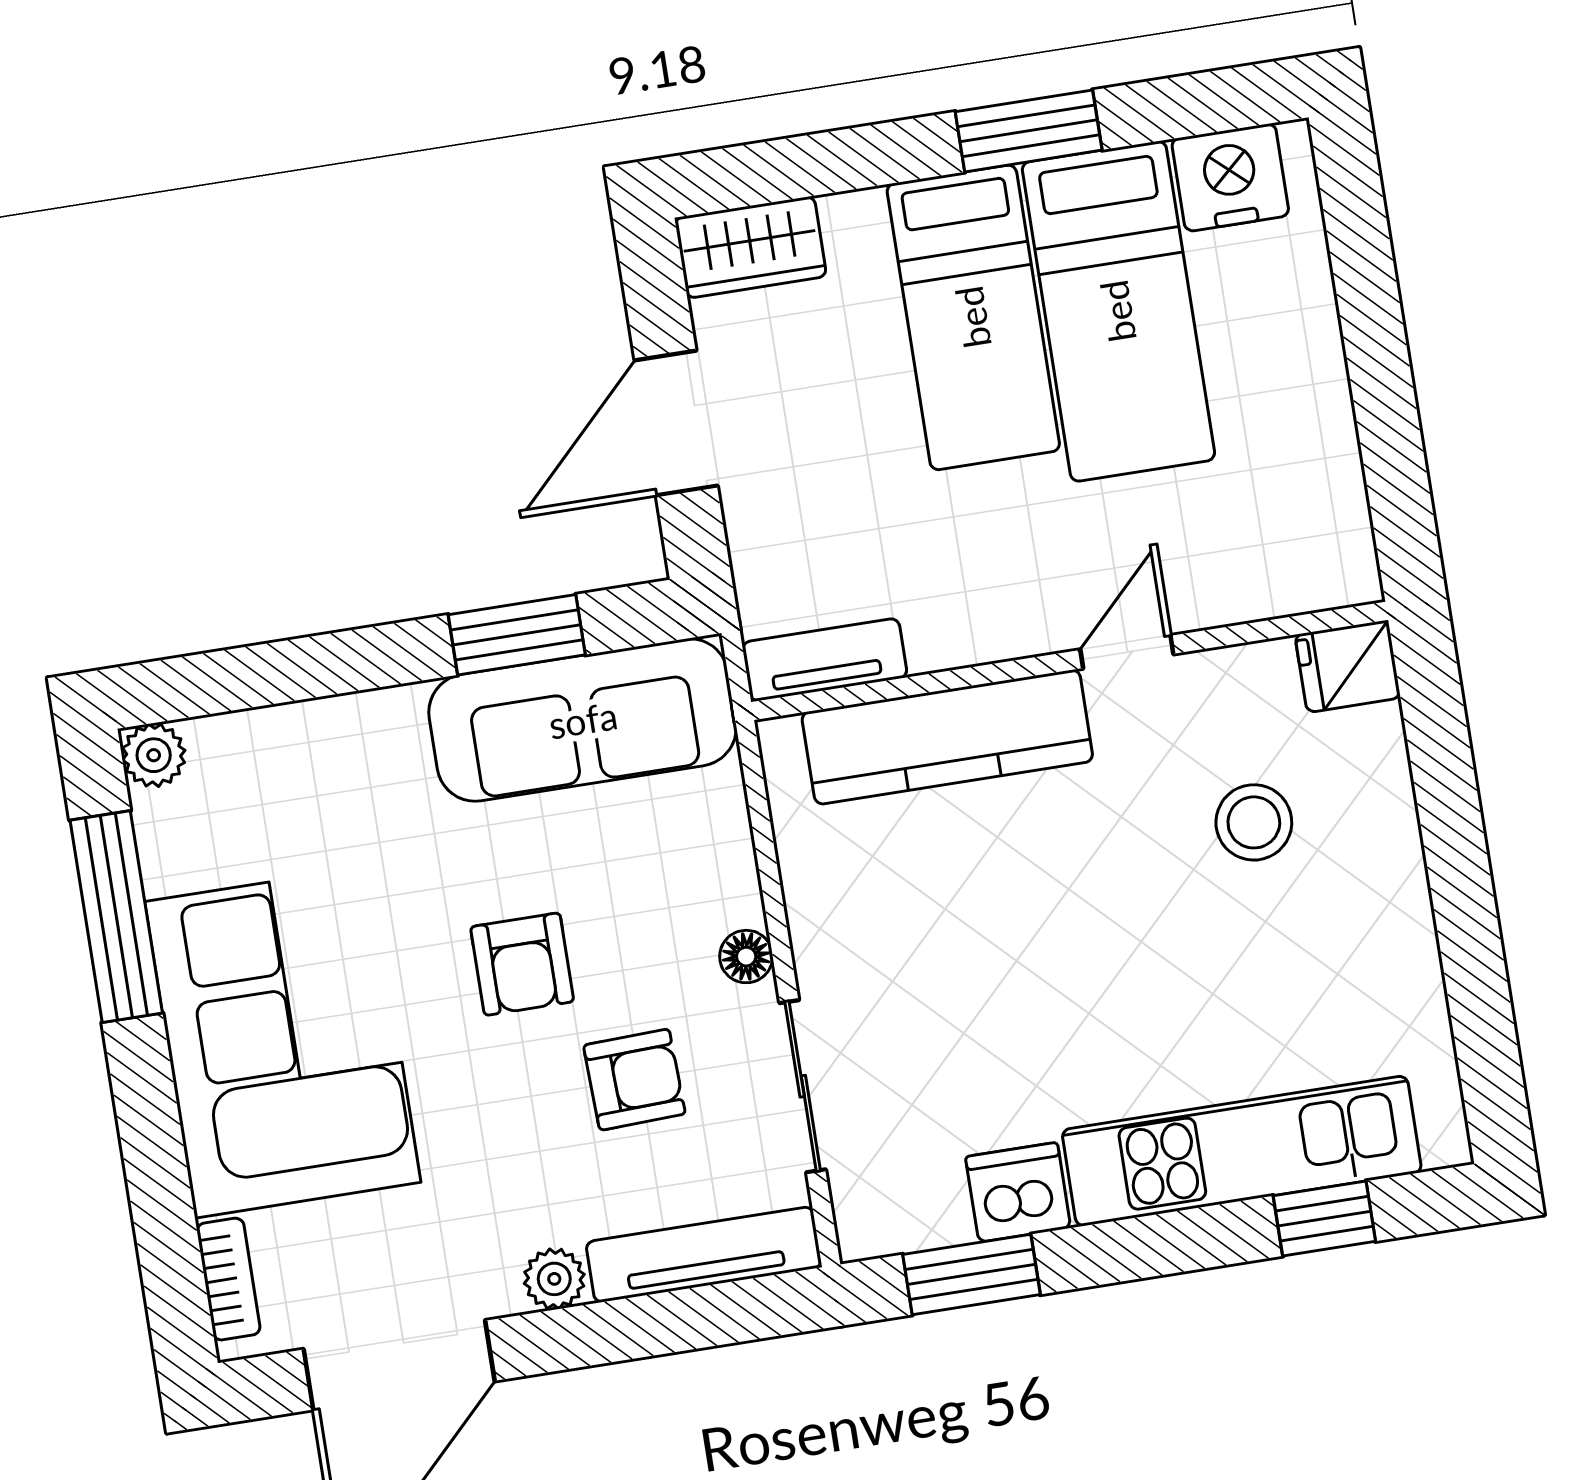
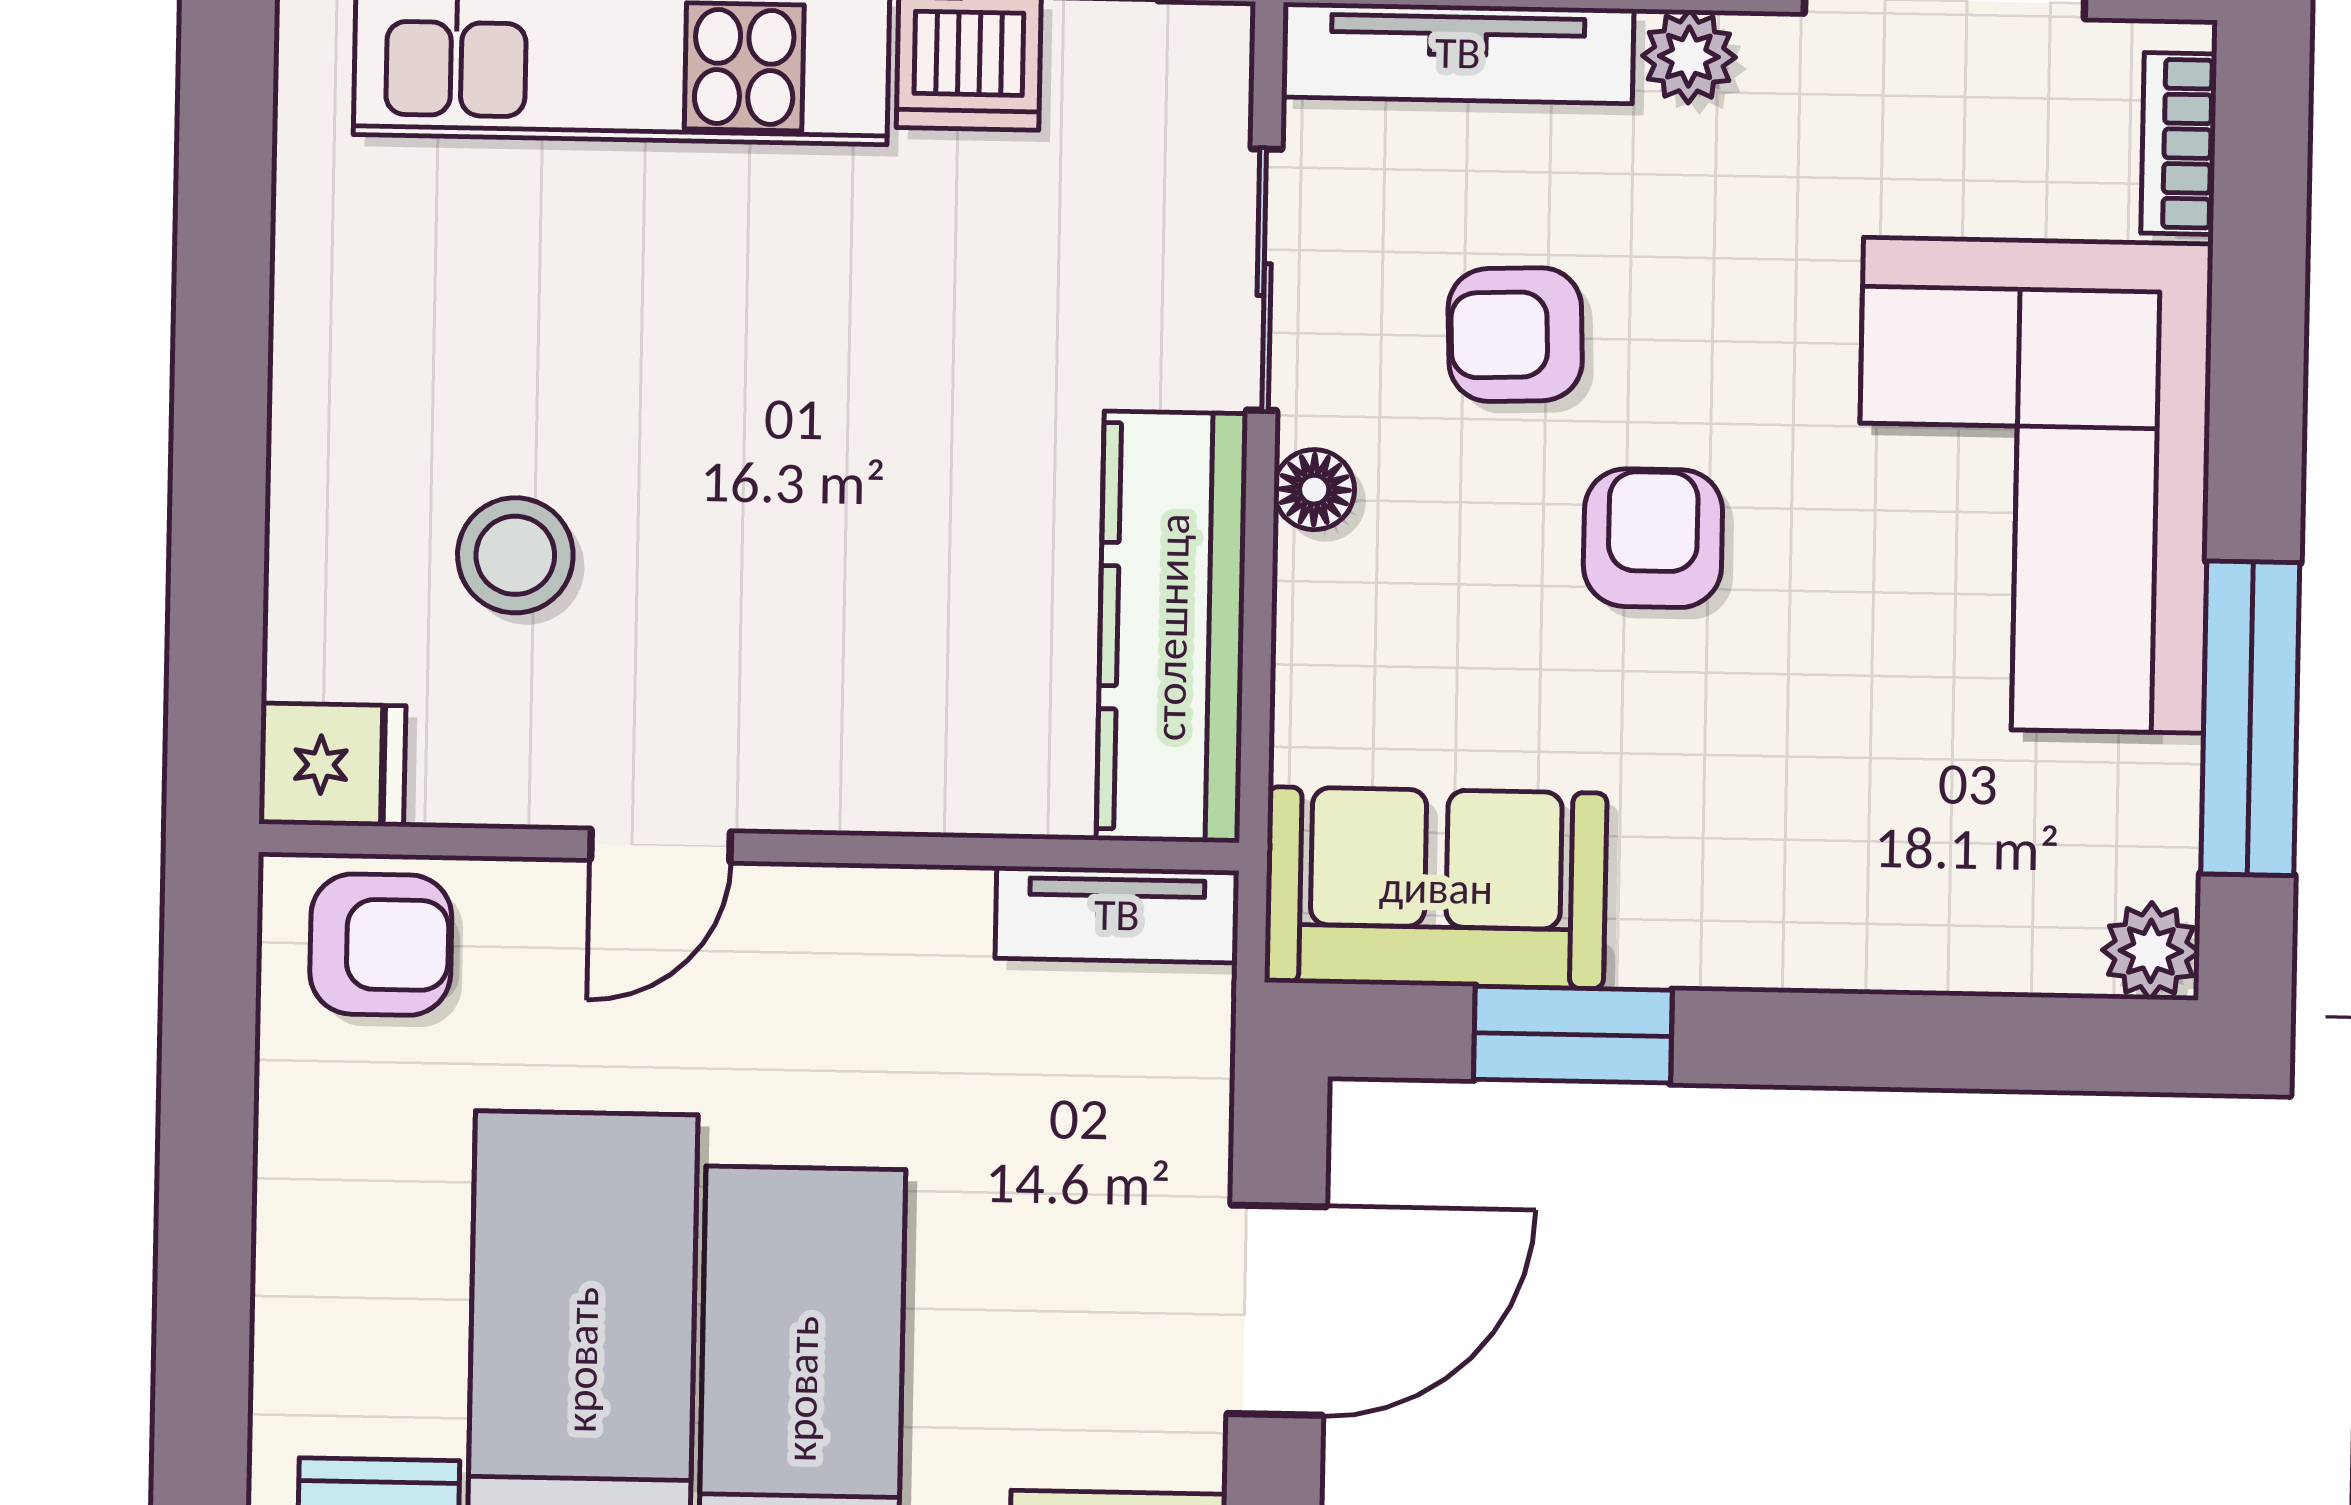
armchair: (1296, 556) -> (381, 945), added
sofa: (583, 720) -> (1436, 888), width x0.73
kitchen counter: (947, 737) -> (1172, 627), moved, turned -90

